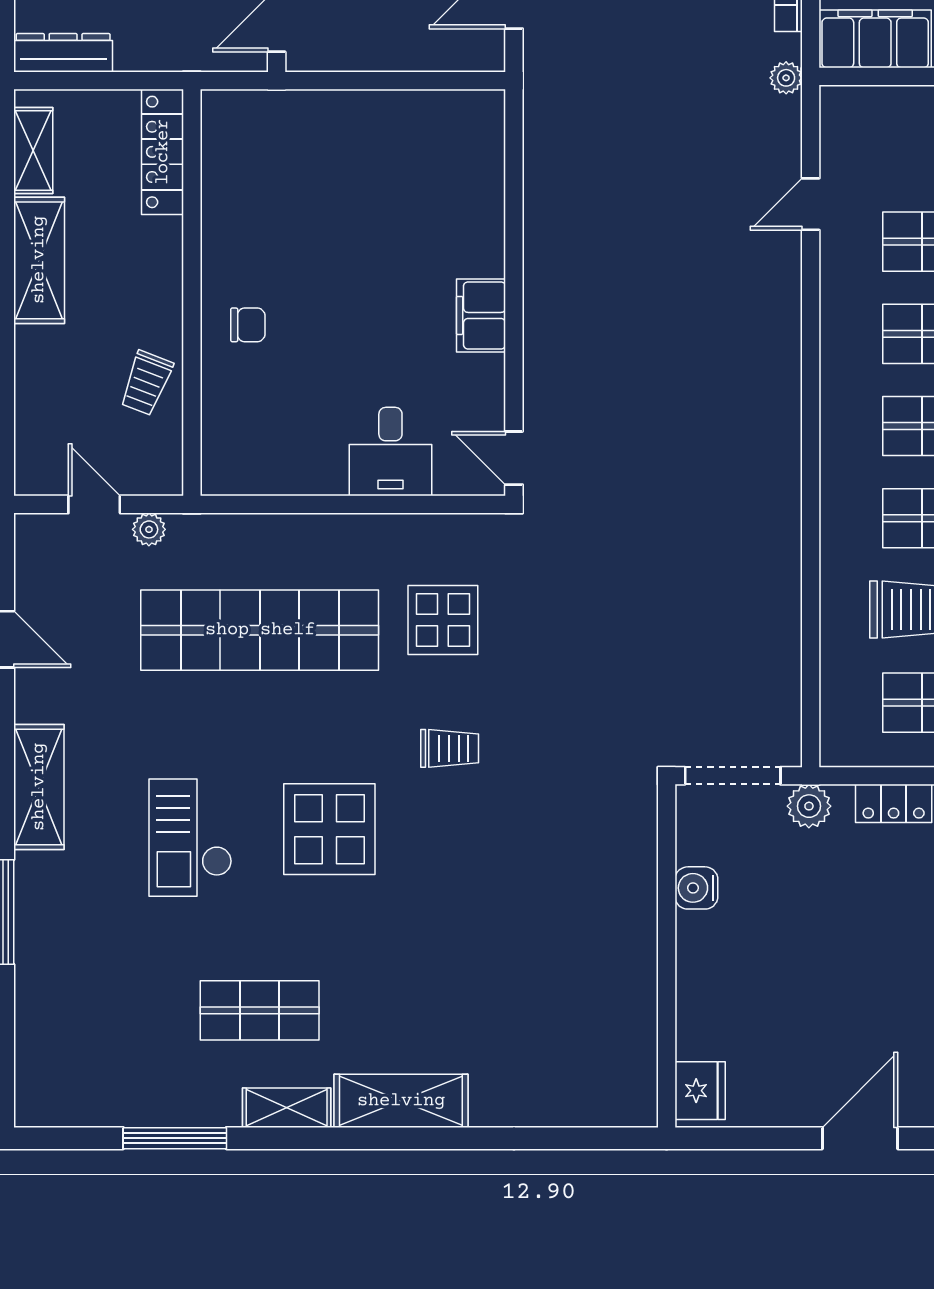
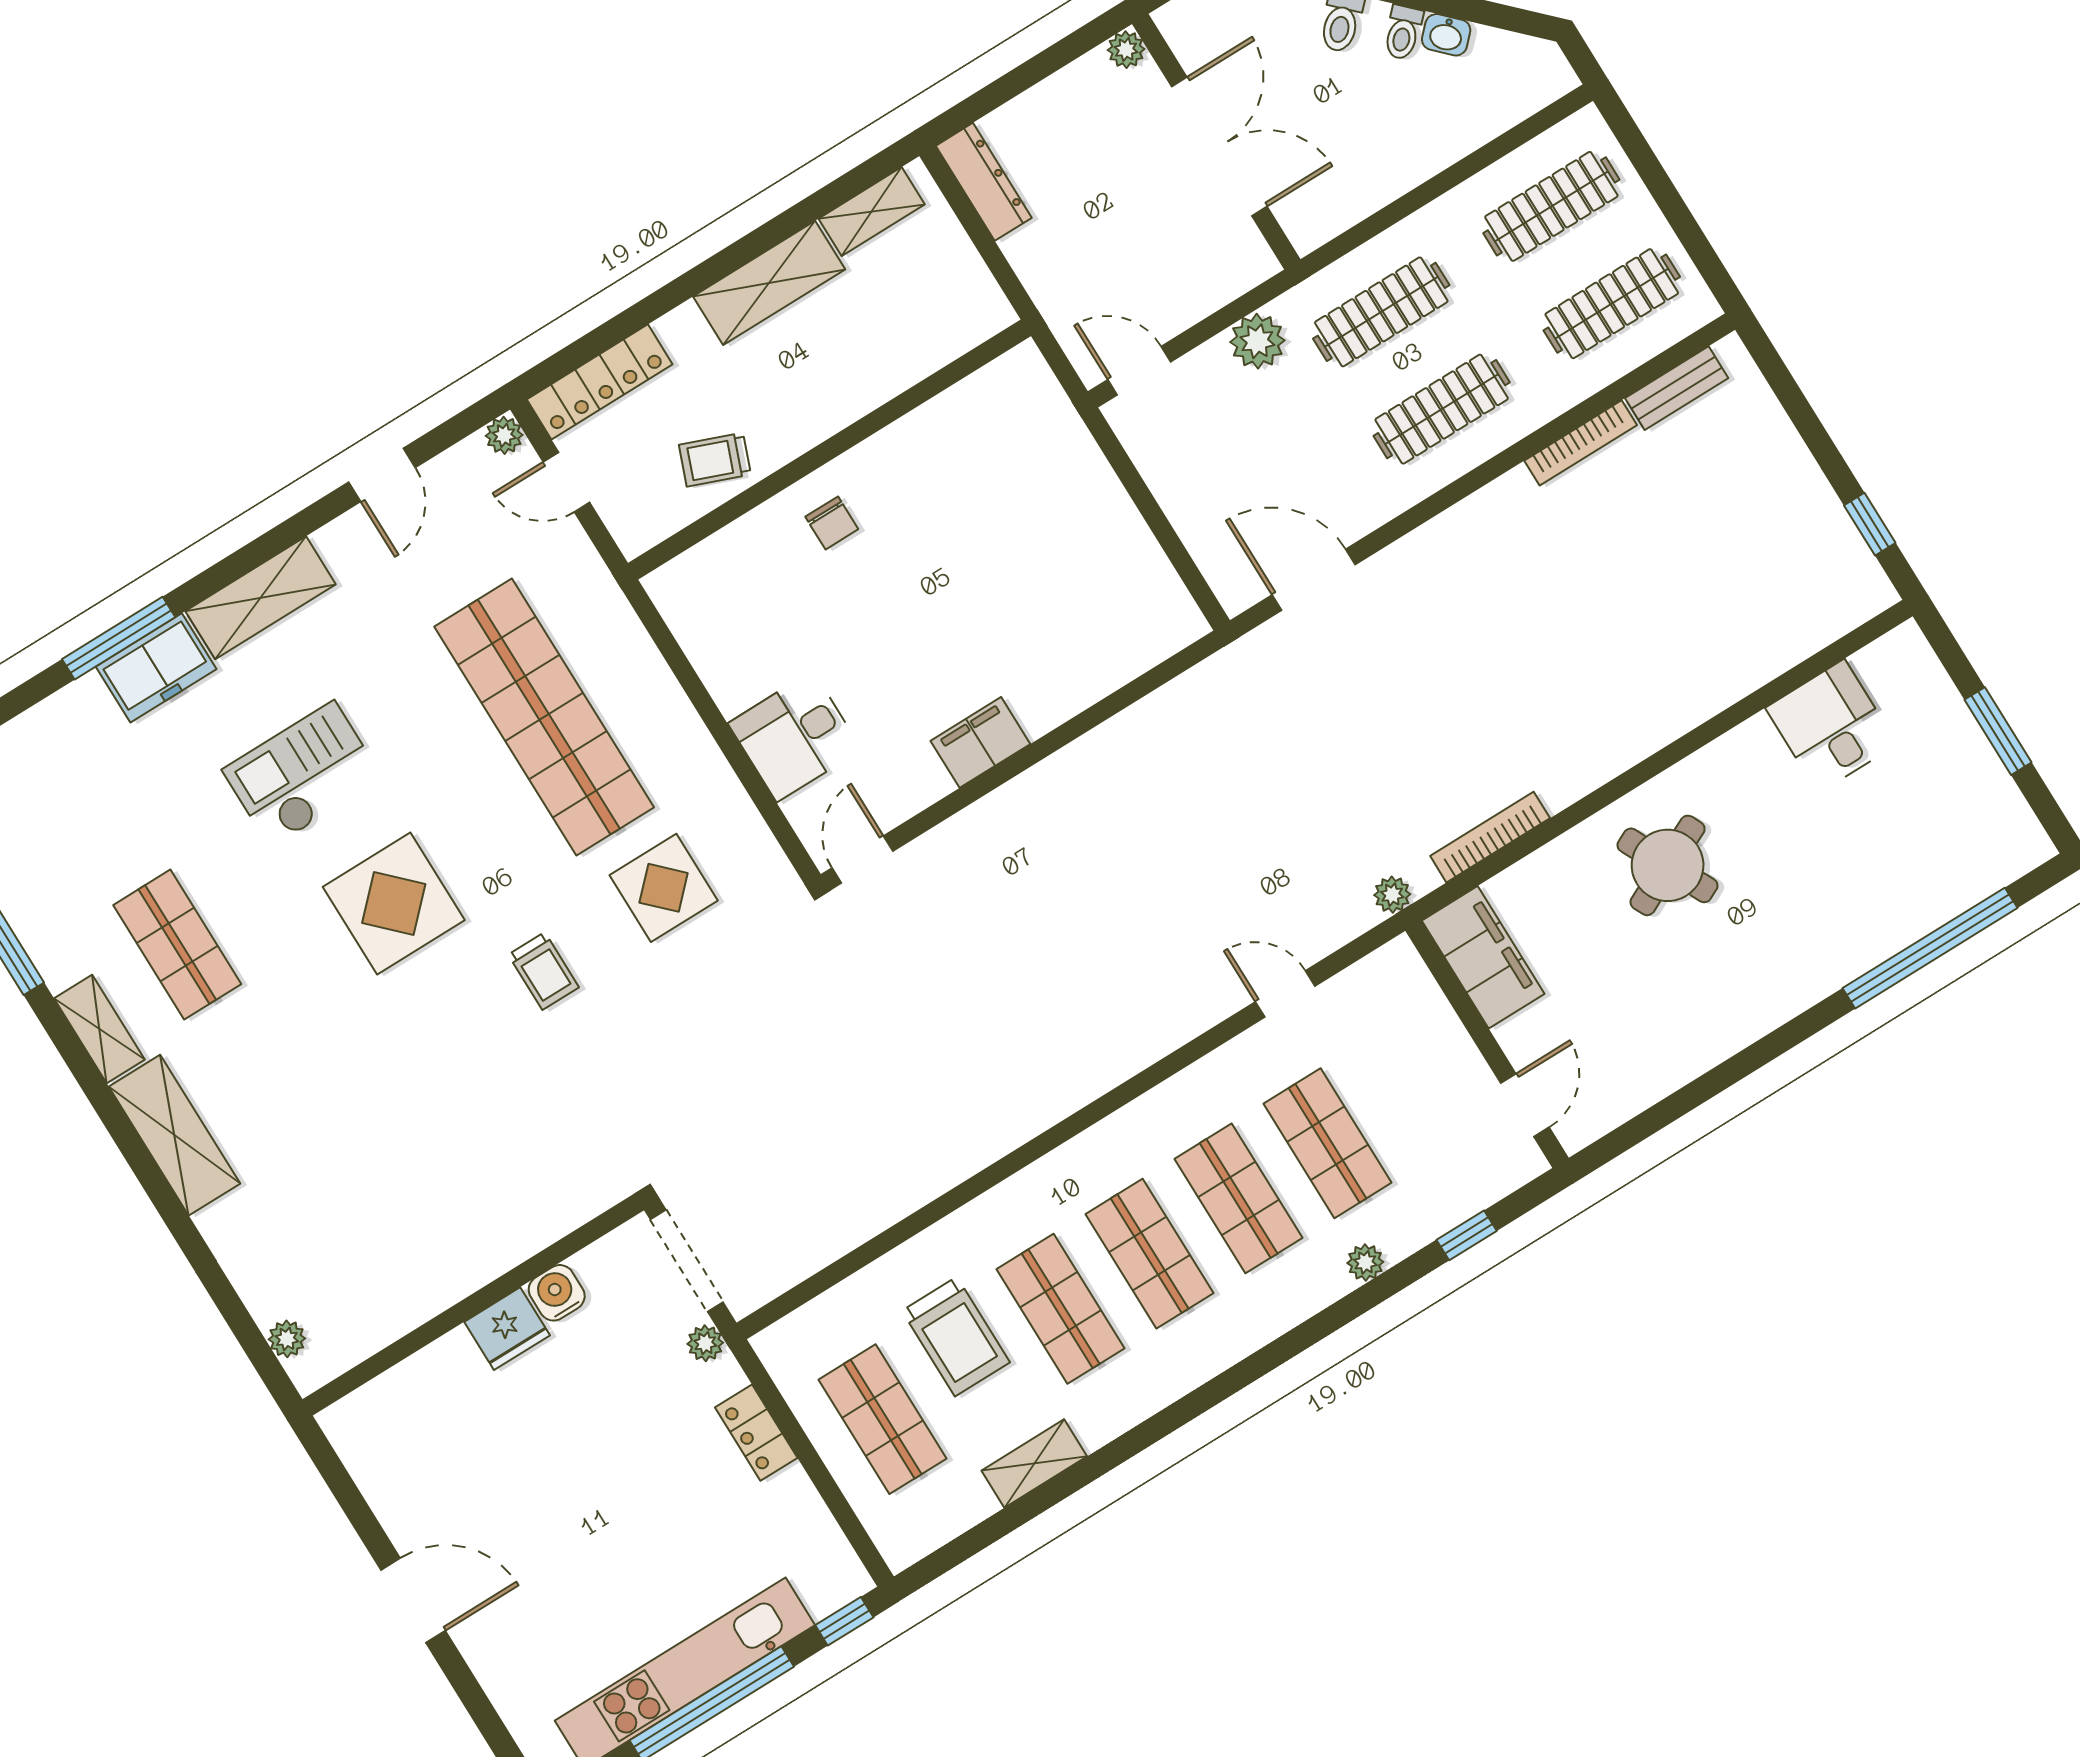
locker: (163, 152) -> (600, 382), moved, turned 180
door: (94, 504) -> (566, 482), swing flipped
plant: (149, 529) -> (504, 435), moved
plant: (809, 806) -> (705, 1343), width x0.73, depth x0.73
freezer: (43, 898) -> (156, 668), added
fridge: (700, 1091) -> (507, 1329), moved
plant: (606, 1111) -> (287, 1339), added

